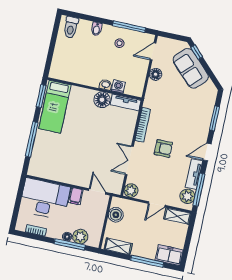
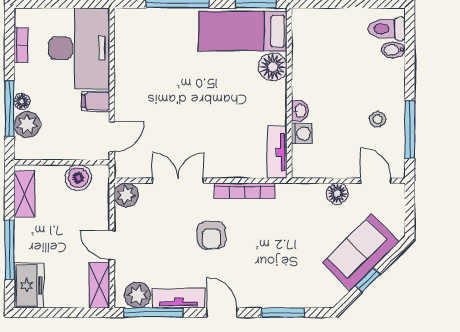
bidet: (97, 29) -> (393, 50), moved
window: (197, 52) -> (368, 280), moved
floor lamp: (102, 100) -> (273, 67), moved

